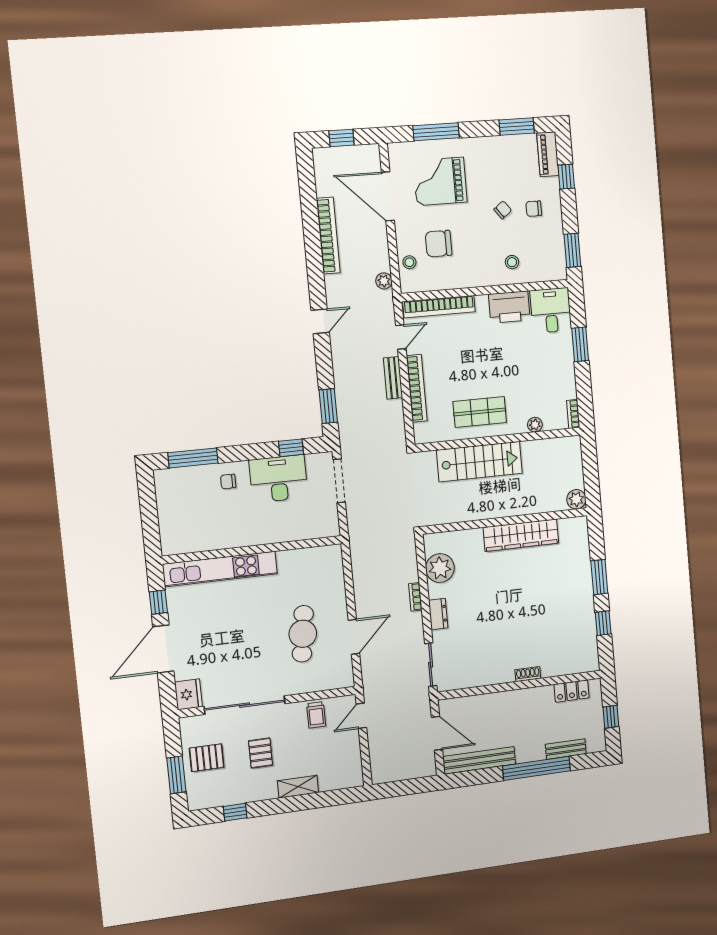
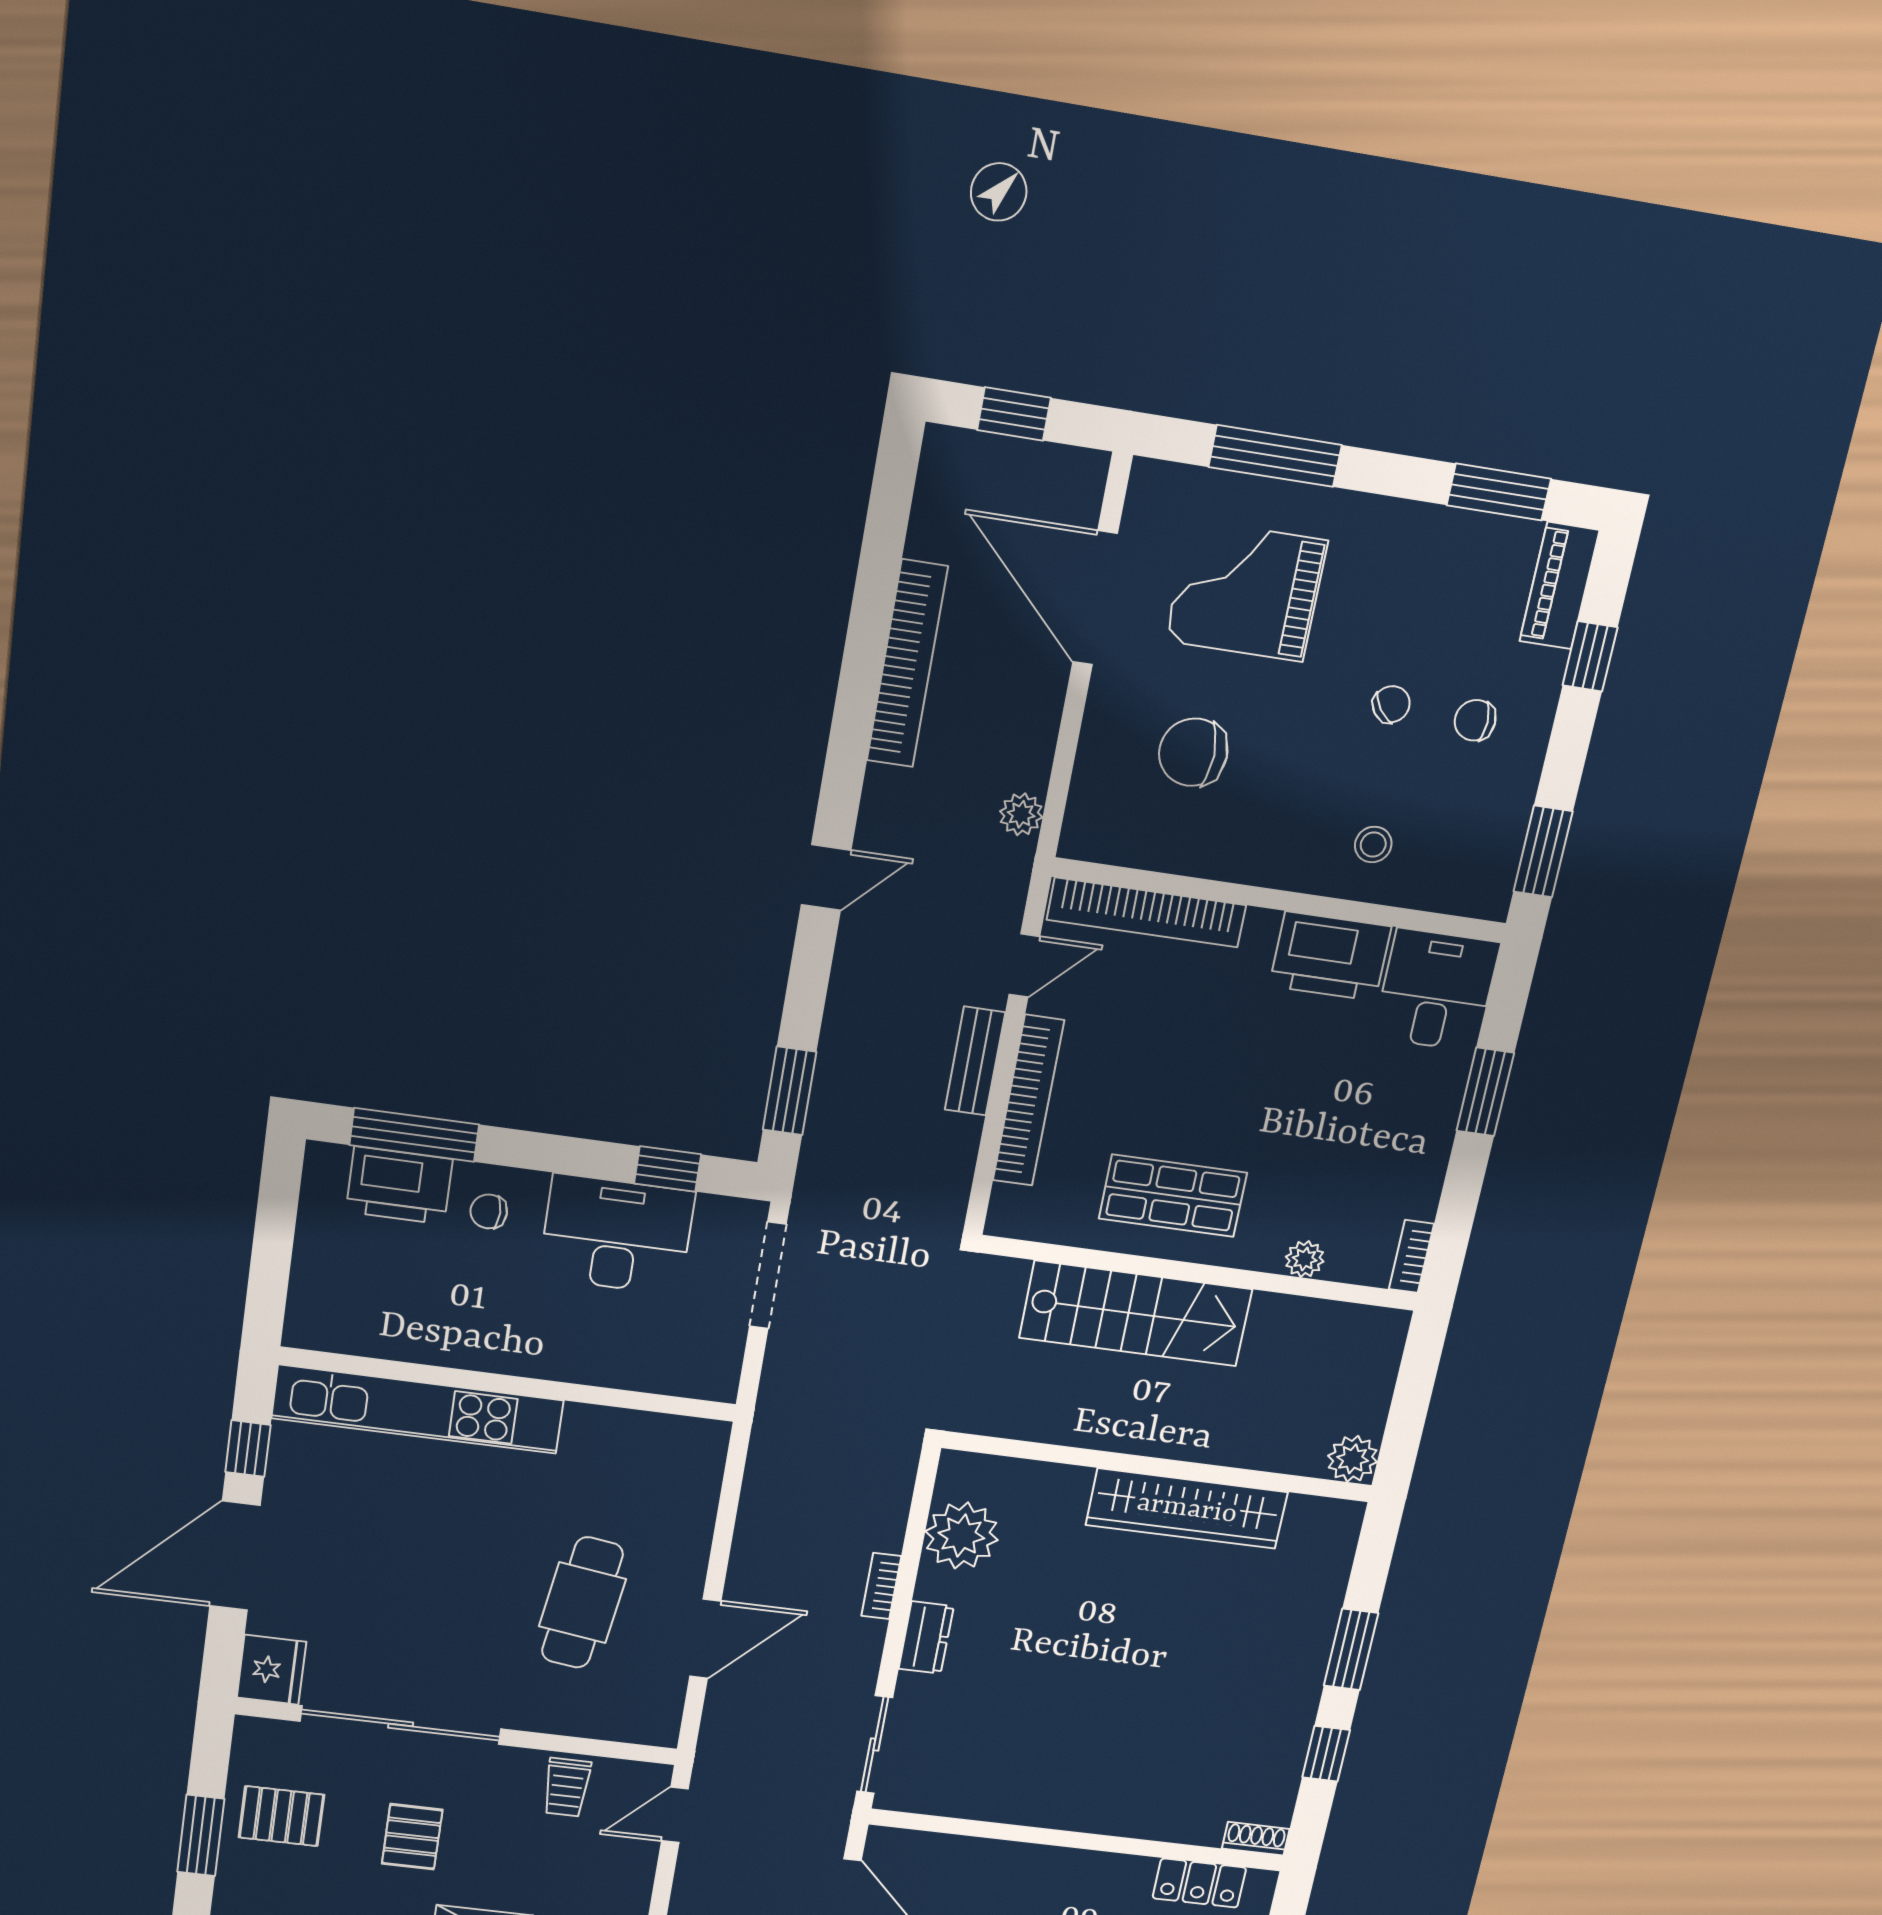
stool: (409, 262) -> (1102, 782), removed
printer: (192, 480) -> (399, 1185), added
shoe rack: (528, 674) -> (1256, 1839), moved

